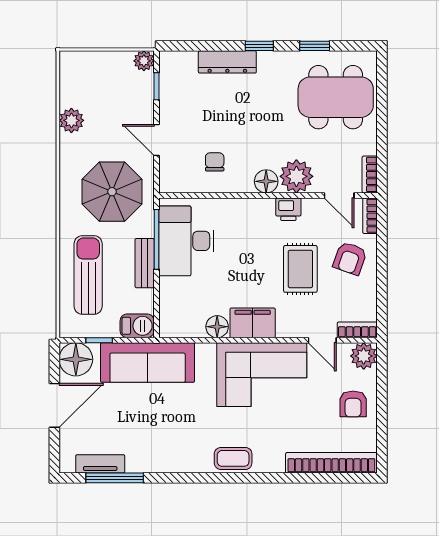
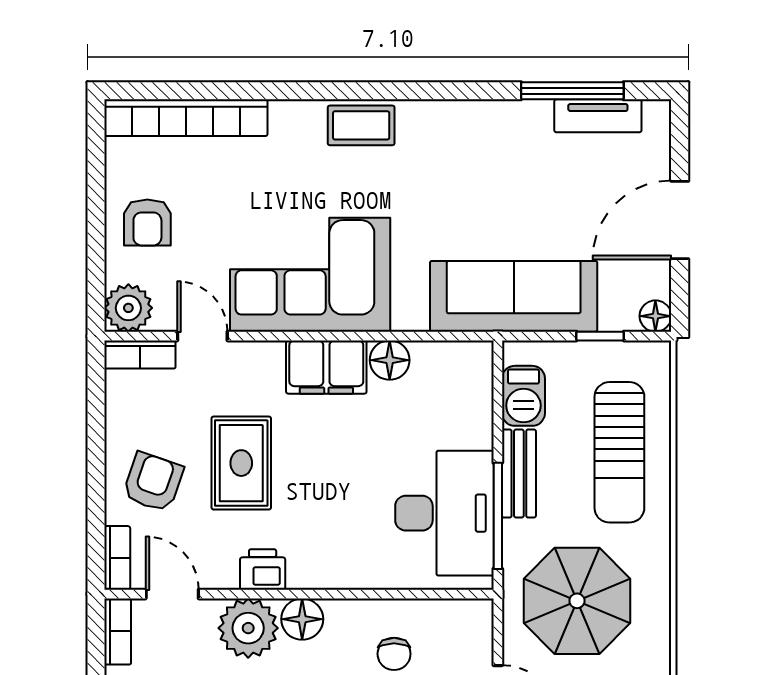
barbecue: (137, 326) -> (523, 396), moved, turned -90
floor lamp: (76, 359) -> (655, 316), width x0.53, depth x0.53
armchair: (353, 404) -> (147, 222), turned 180

